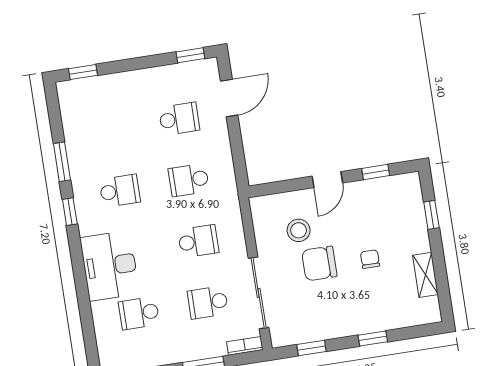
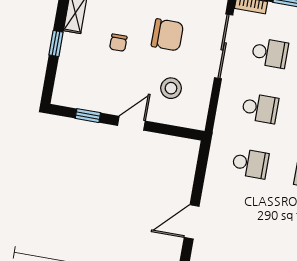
school desk: (179, 119) -> (241, 219), removed
window: (431, 215) -> (56, 43), moved
school desk: (198, 241) -> (260, 108), turned 180
chair: (319, 264) -> (167, 35), moved

